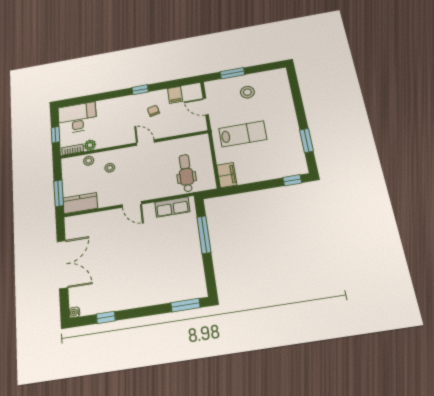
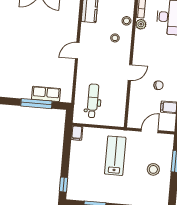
lab bench: (243, 134) -> (115, 156), turned 180
dental chair: (186, 173) -> (93, 101), turned -90
filing cabinet: (227, 175) -> (77, 133), width x0.50
row of seats: (172, 207) -> (46, 94), moved, turned 90

